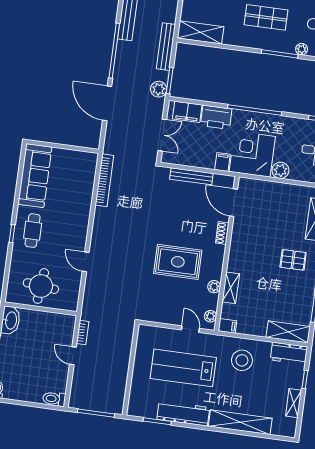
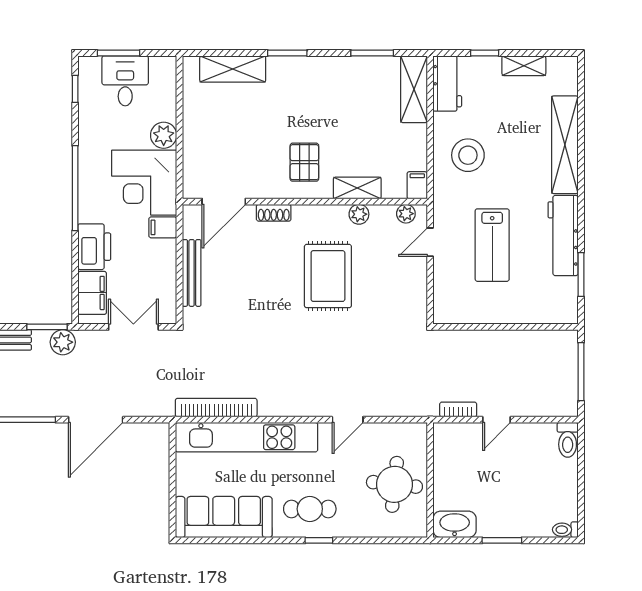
kitchen unit: (83, 197) -> (246, 437), added
pallet: (293, 260) -> (304, 162), moved
lab bench: (183, 368) -> (492, 245), width x0.73, depth x0.72

